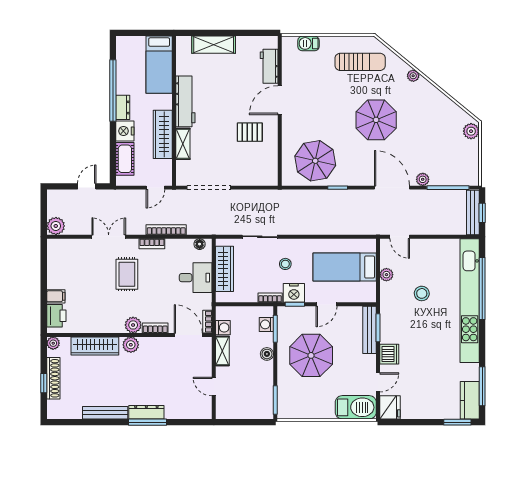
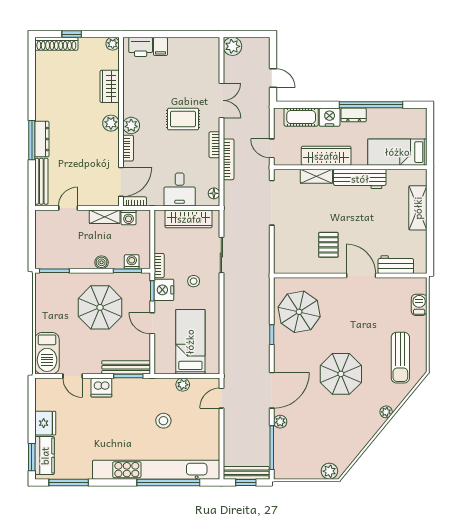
wardrobe: (95, 346) -> (110, 86), width x0.67
shoe rack: (53, 378) -> (56, 44), moved
kitchen counter: (470, 400) -> (45, 456), moved, turned 90
fridge: (390, 407) -> (45, 423), moved, turned -90
bench: (105, 413) -> (41, 181), moved

